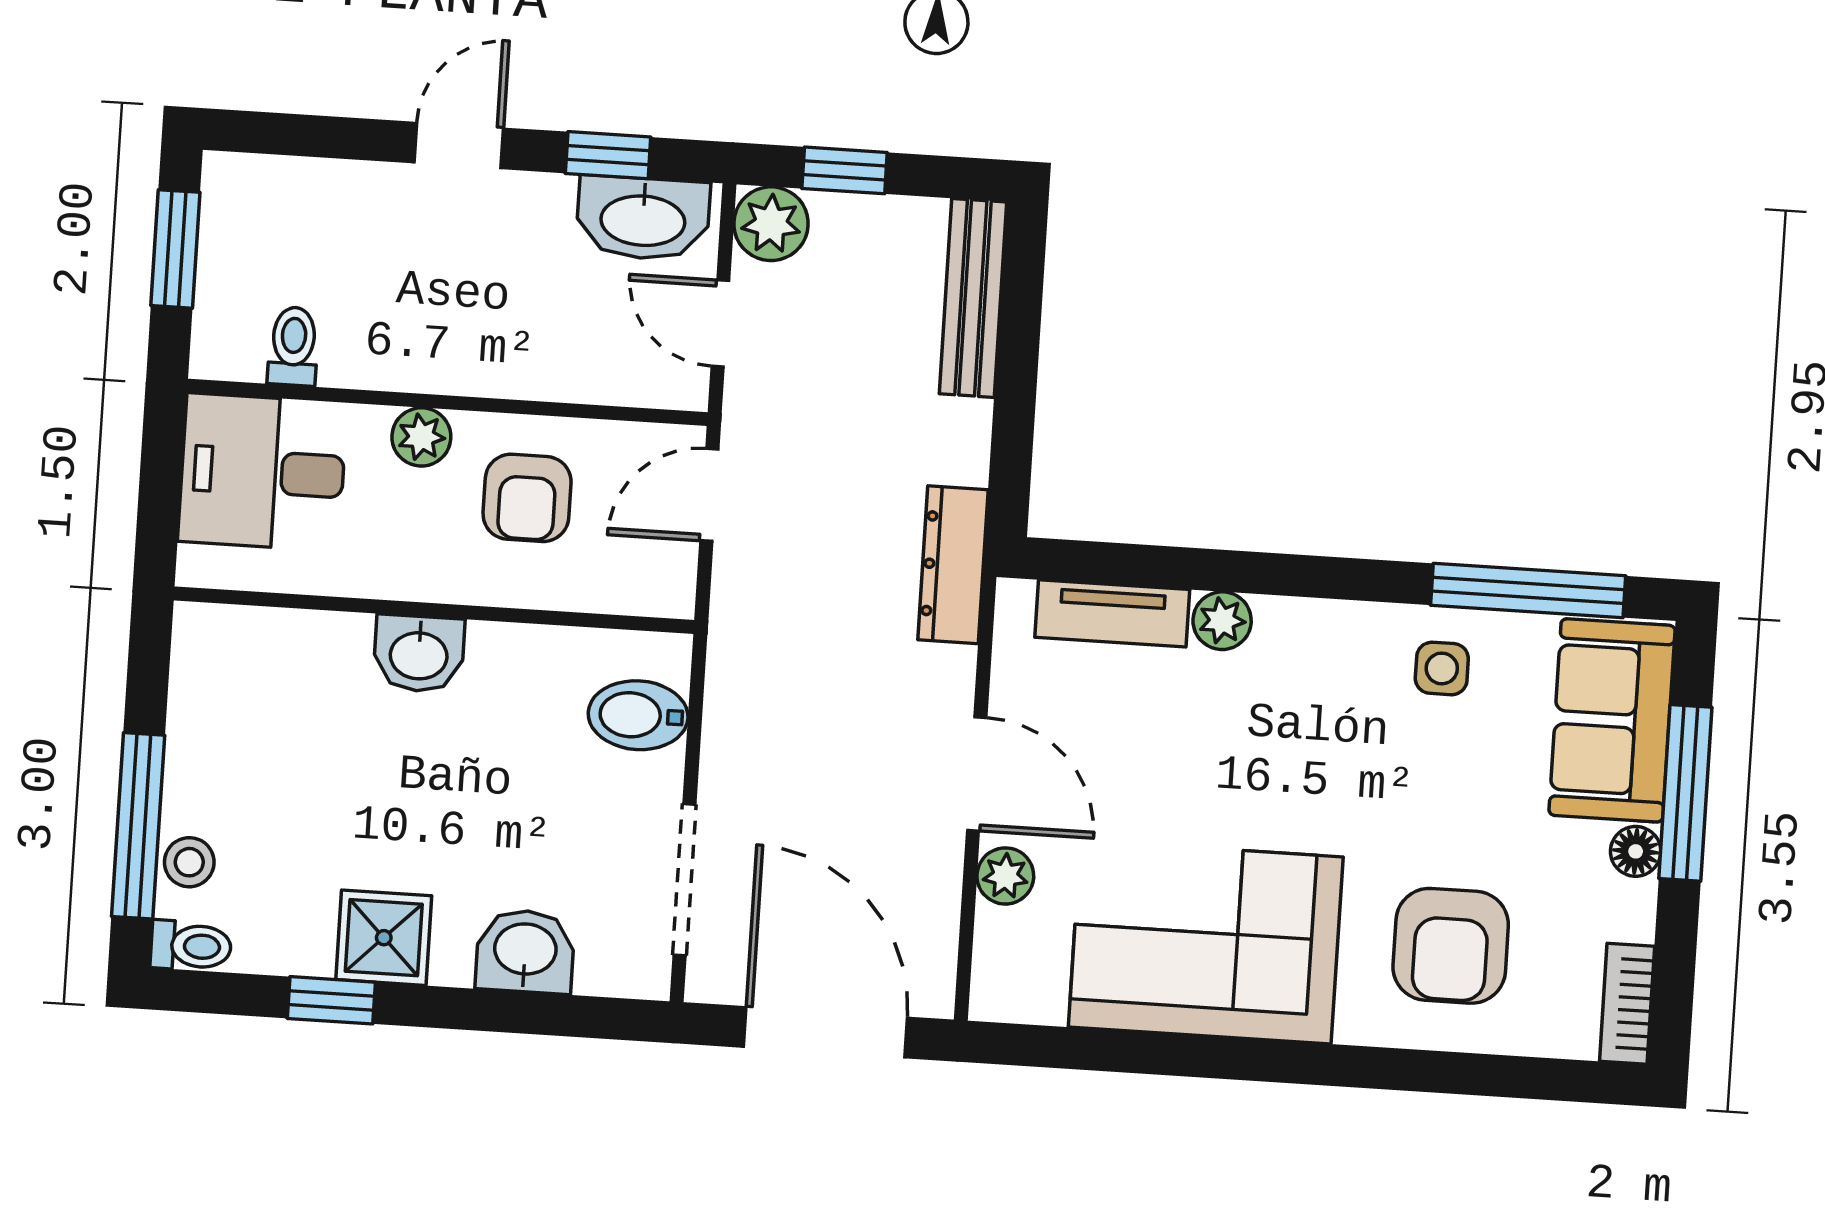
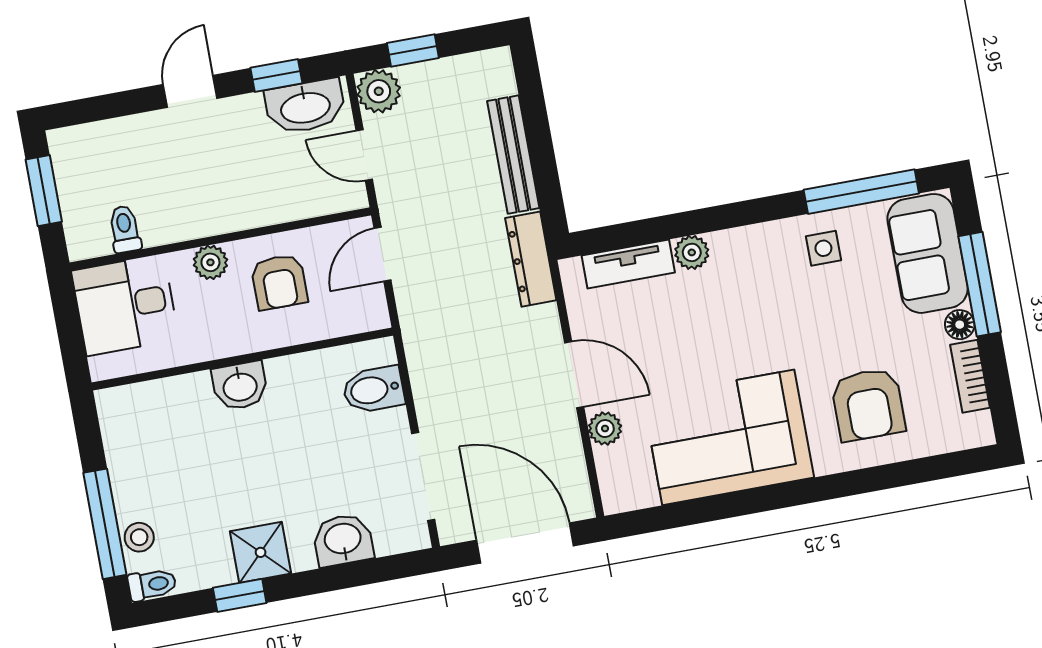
bench: (973, 298) -> (513, 155), moved
bookcase: (1627, 1004) -> (970, 376), moved

